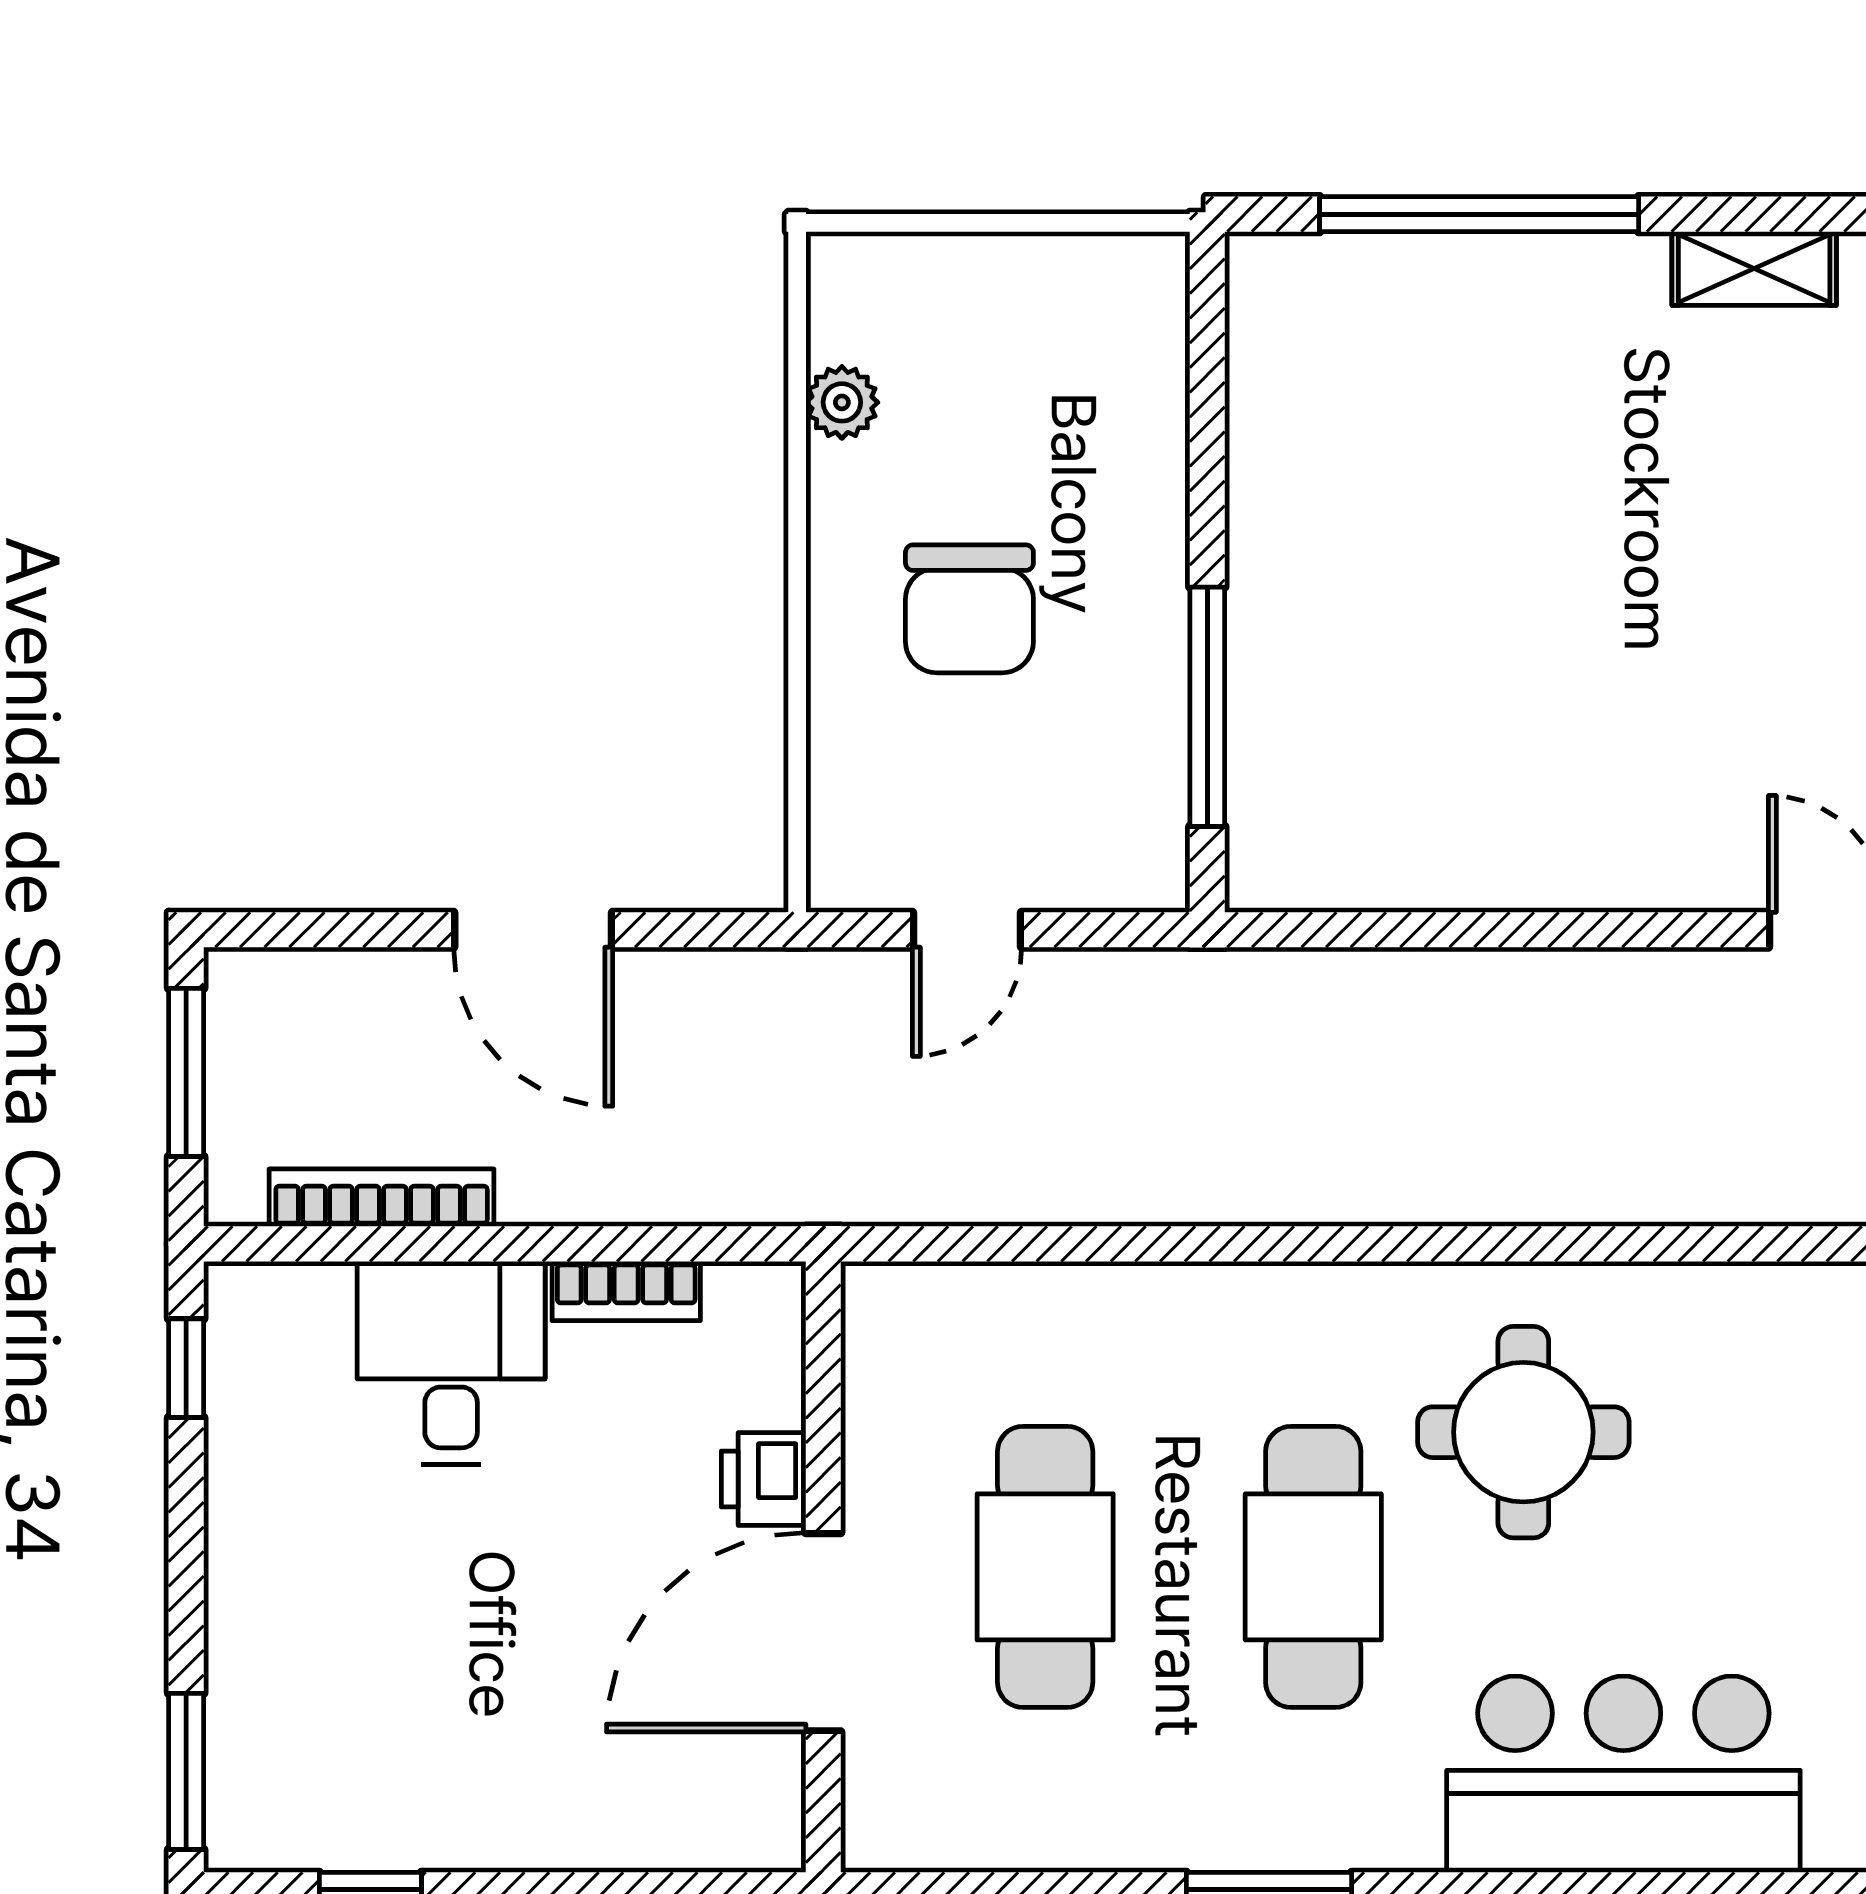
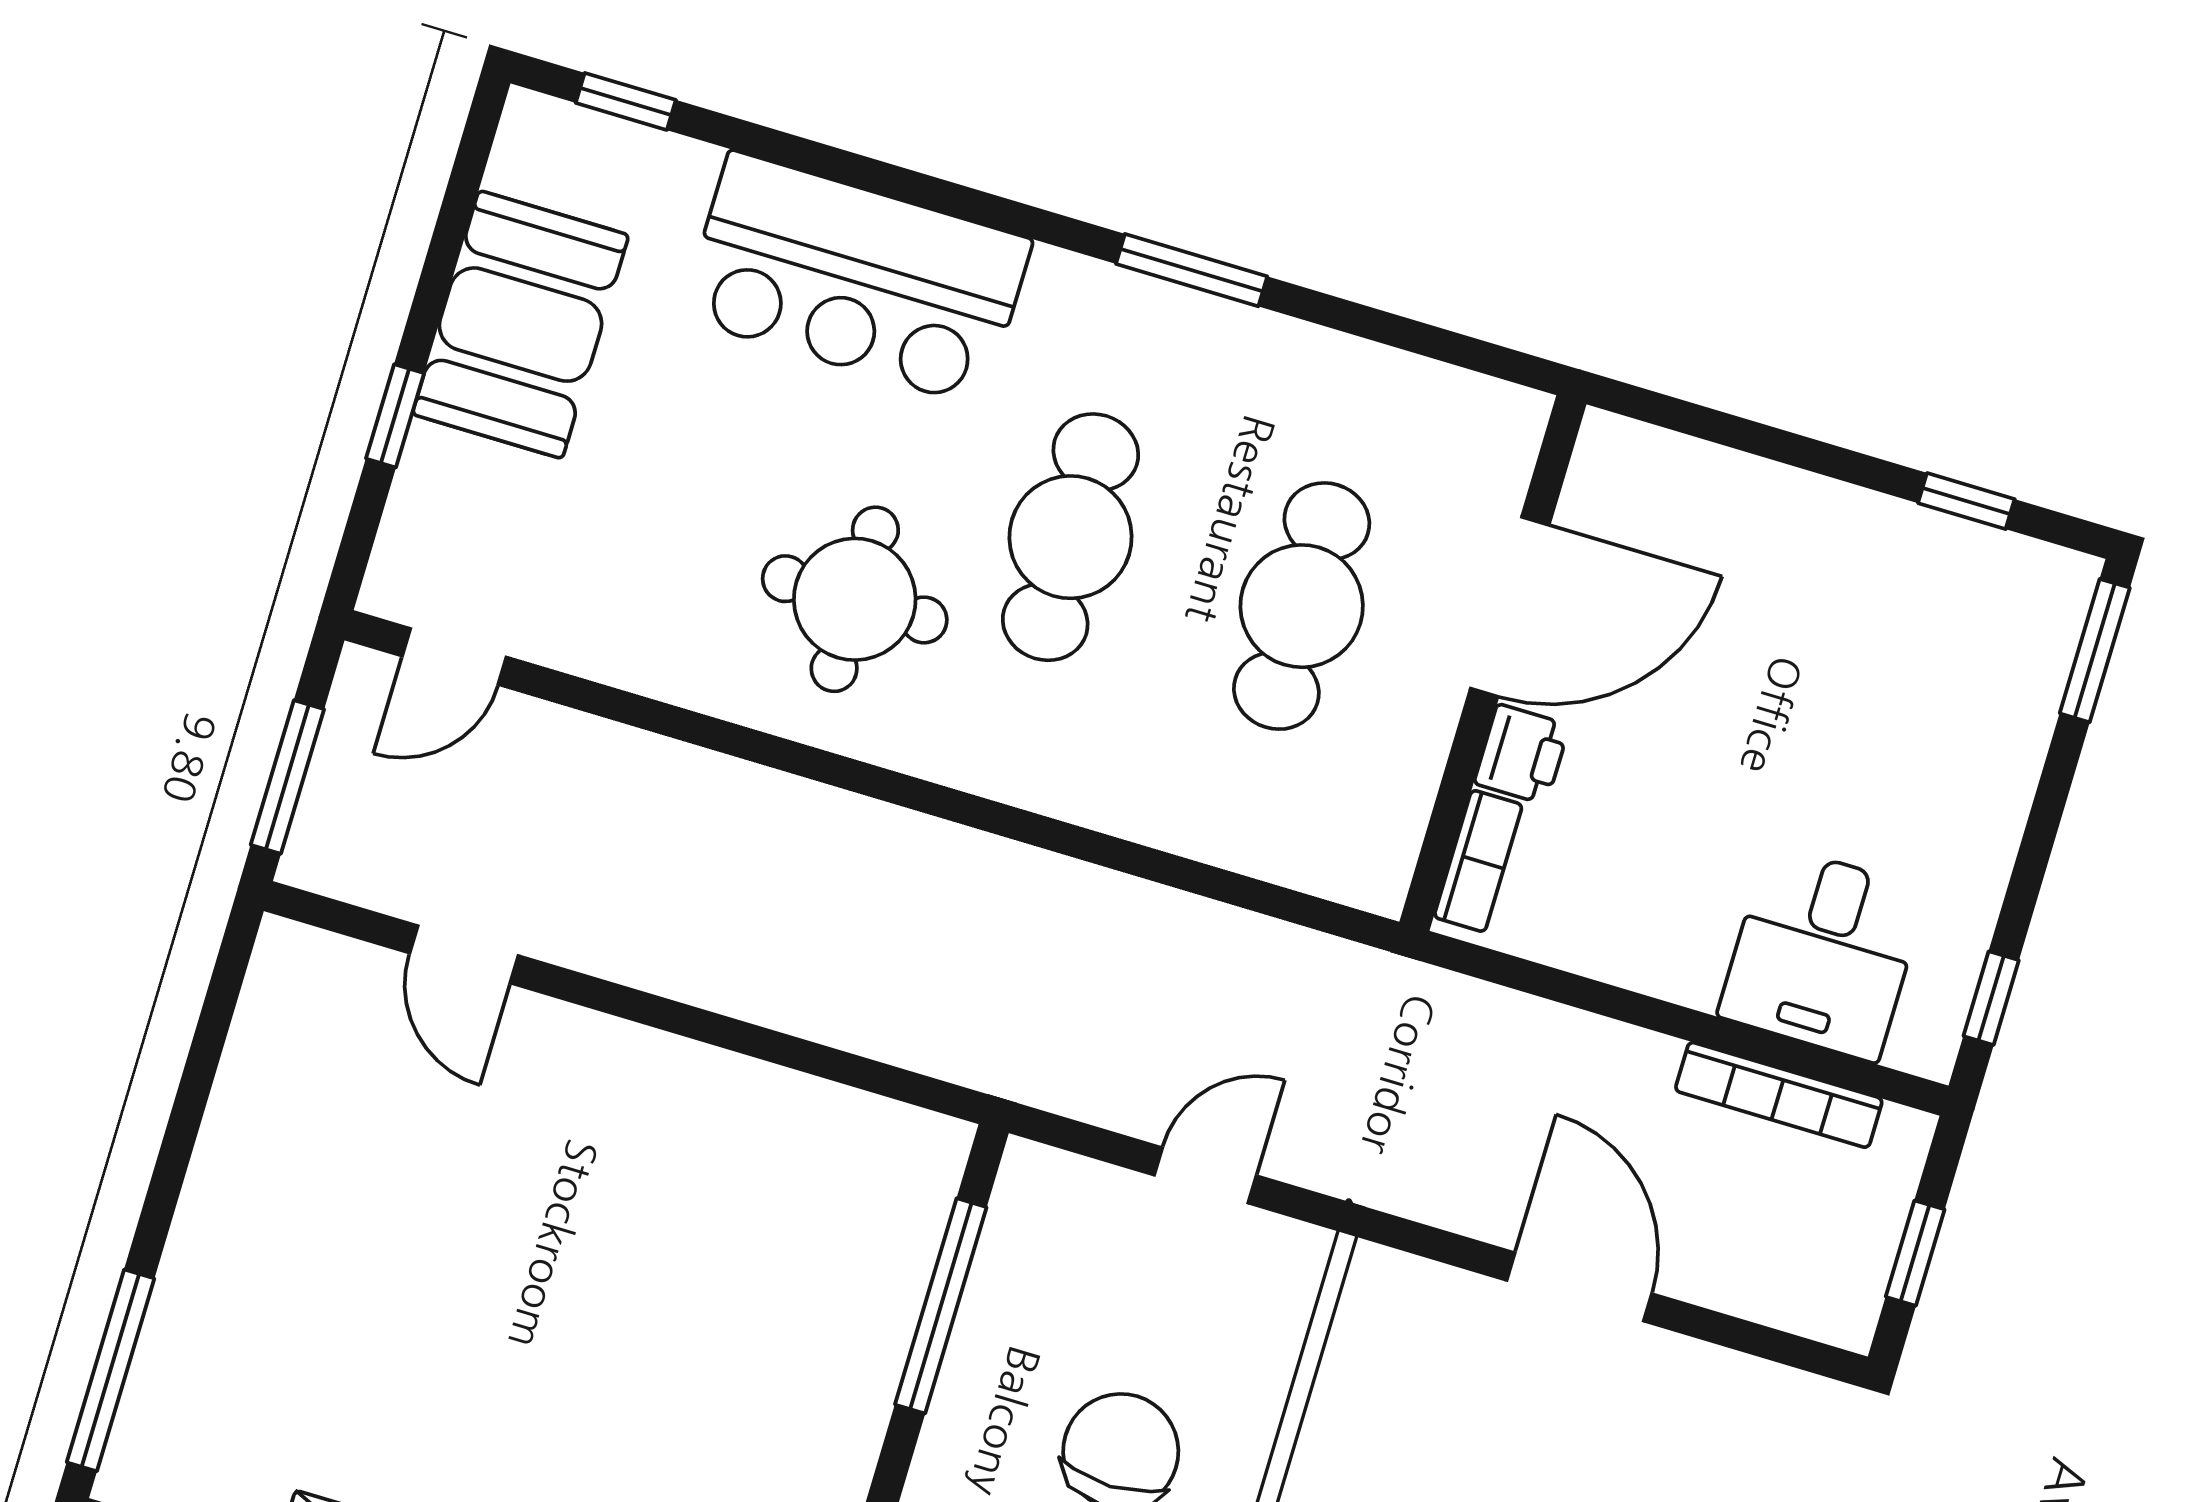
window: (186, 1072) -> (1915, 1253), width x0.67
bookcase: (626, 1291) -> (1478, 861), moved, turned 90
desk: (451, 1363) -> (1823, 953), moved

